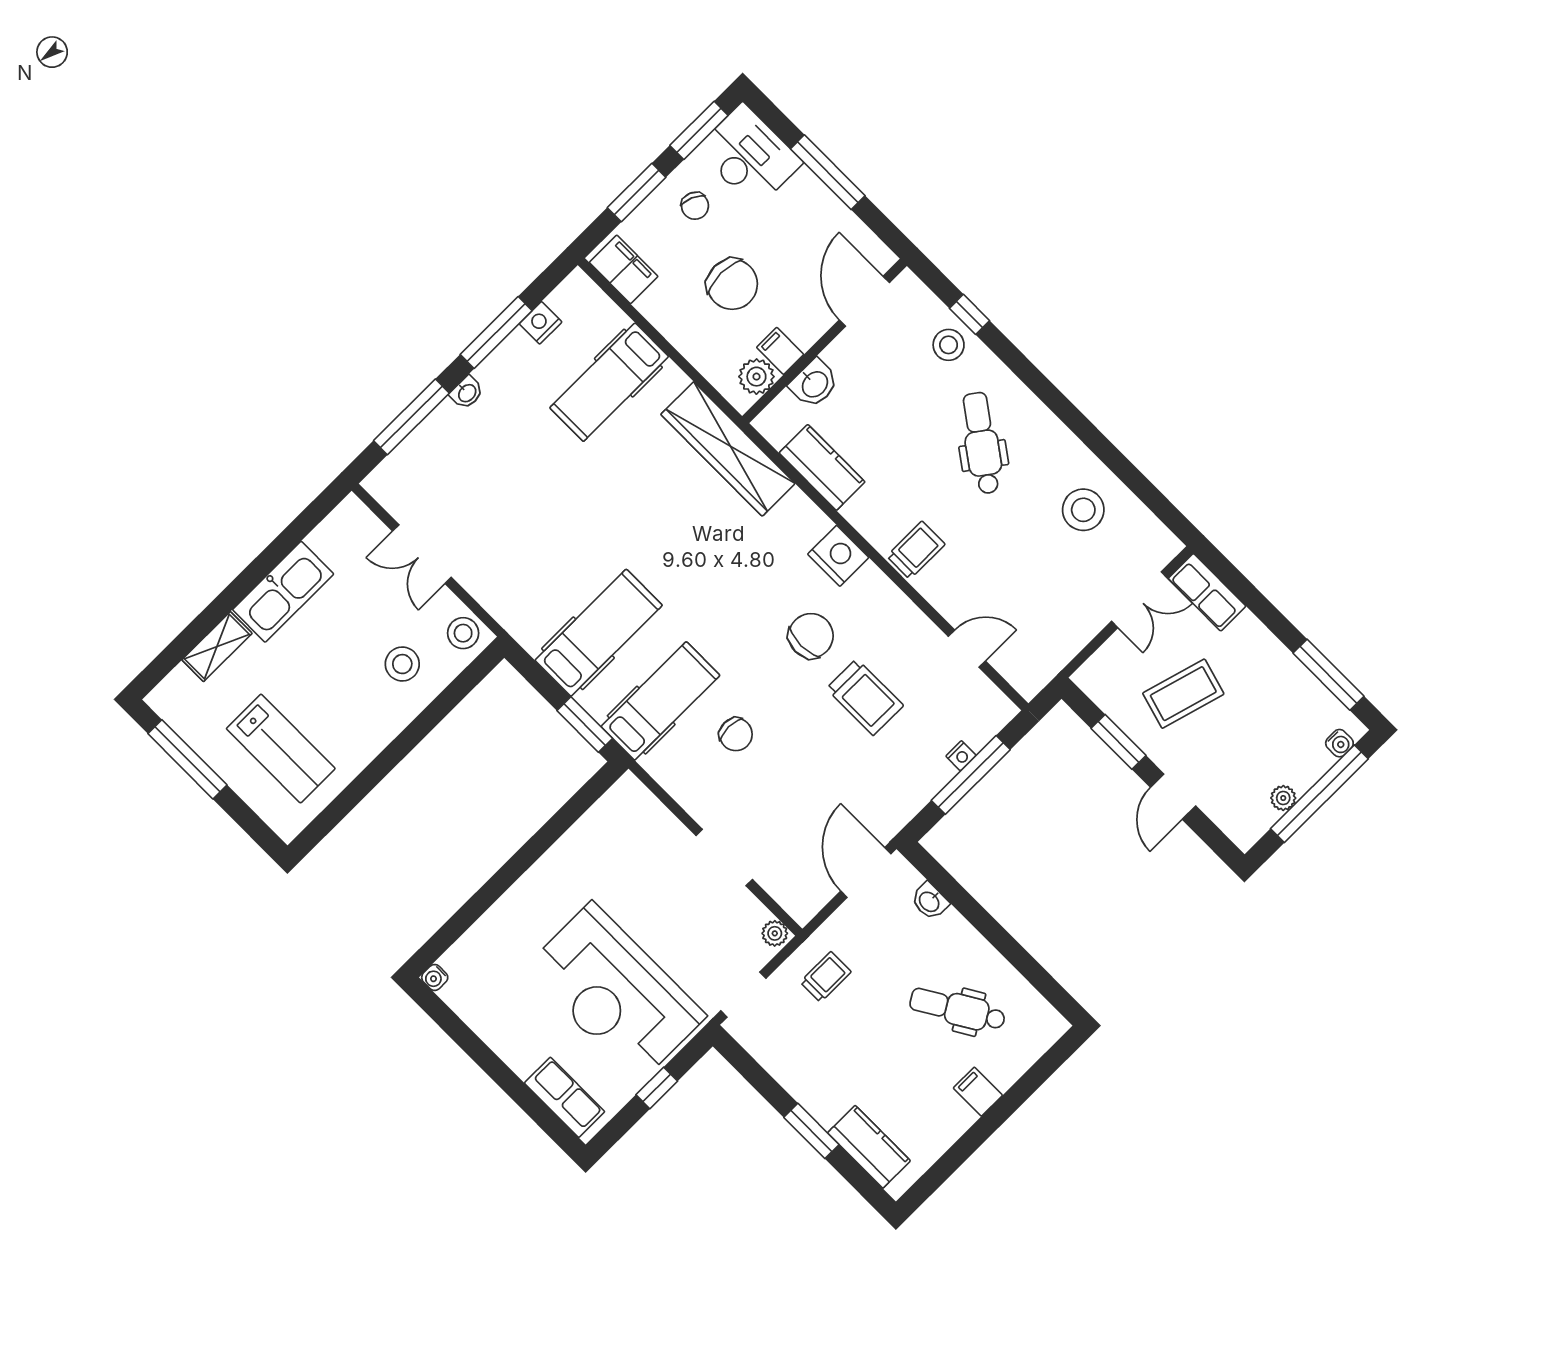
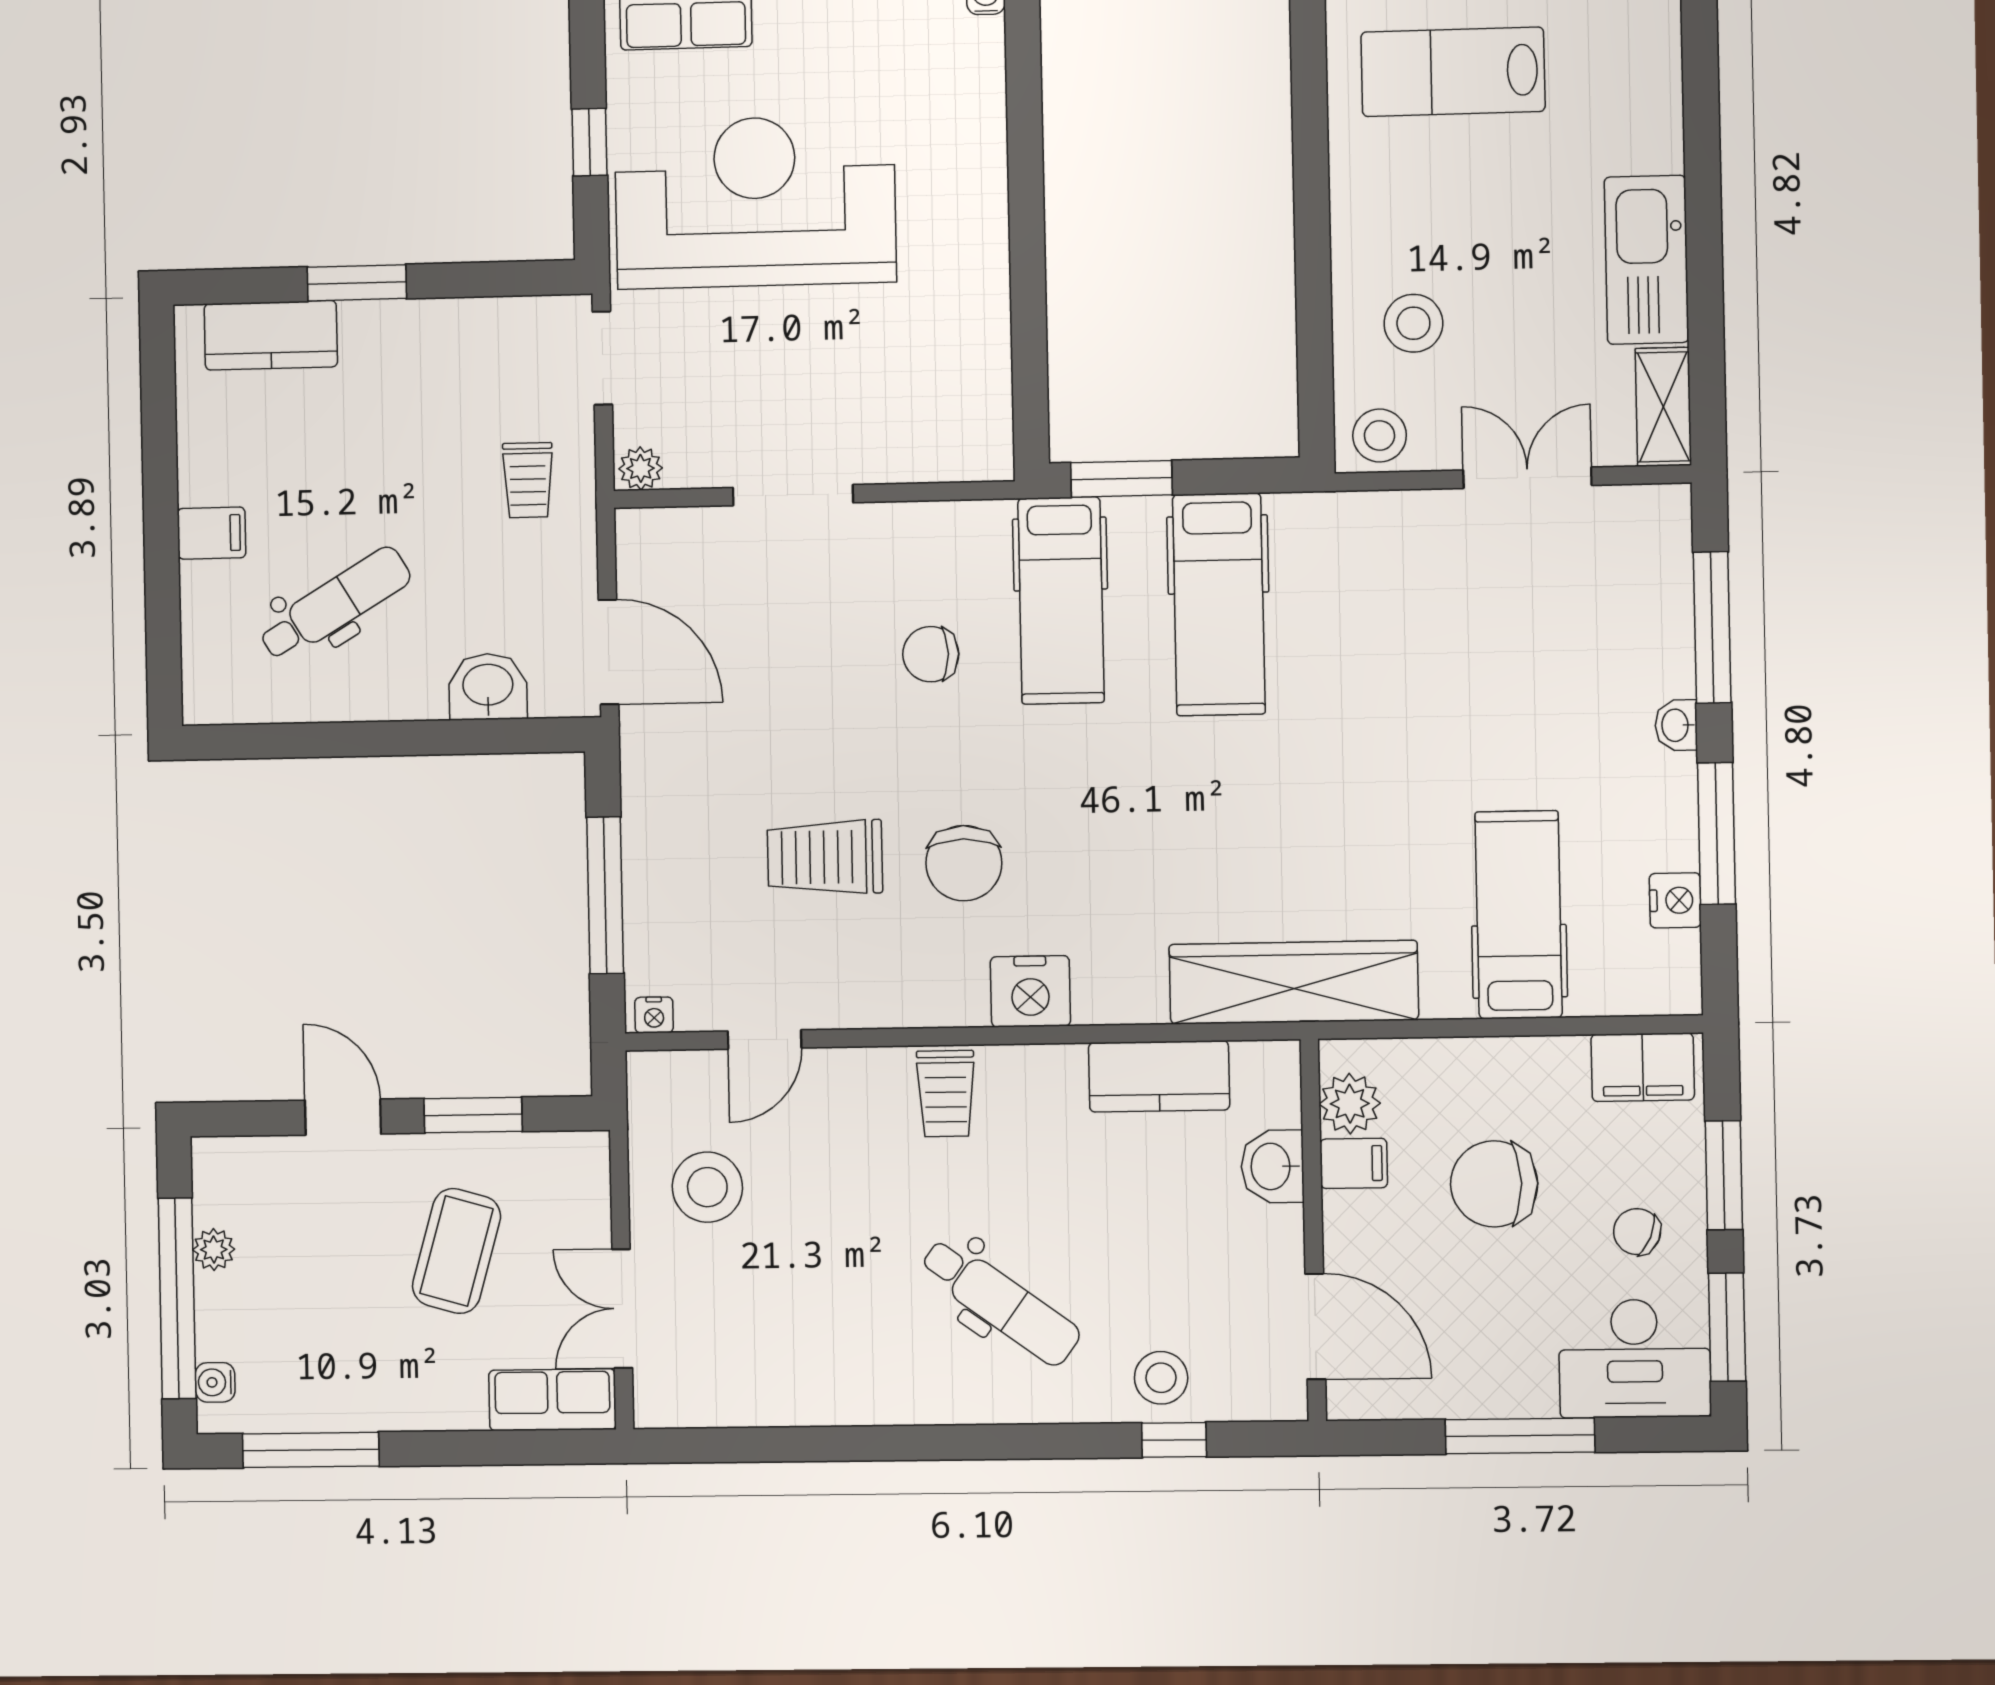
stool: (1083, 510) -> (707, 1187), moved
shelving: (217, 647) -> (1663, 407), moved
nightstand: (961, 756) -> (654, 1015), moved, turned -90
washbasin: (930, 901) -> (488, 687), width x1.38, depth x1.45

